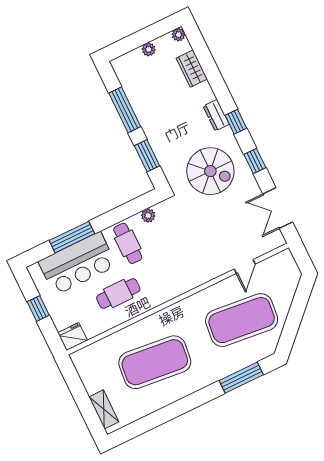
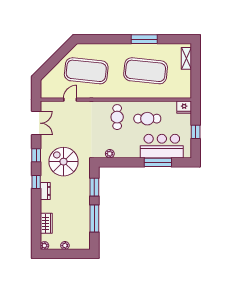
cafe table: (128, 243) -> (117, 117), moved
window: (241, 378) -> (144, 39), moved

